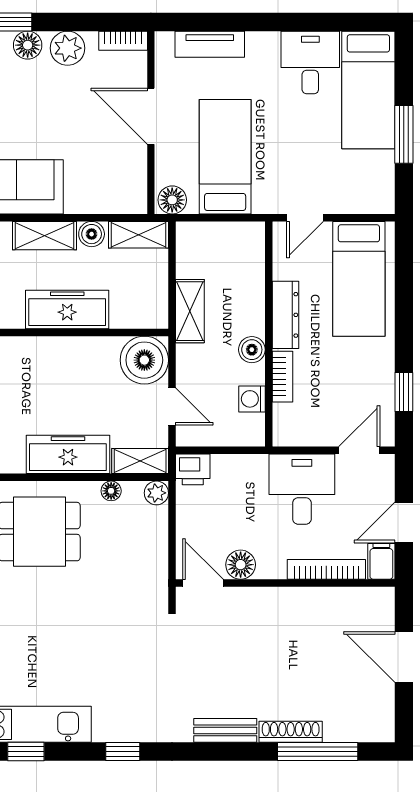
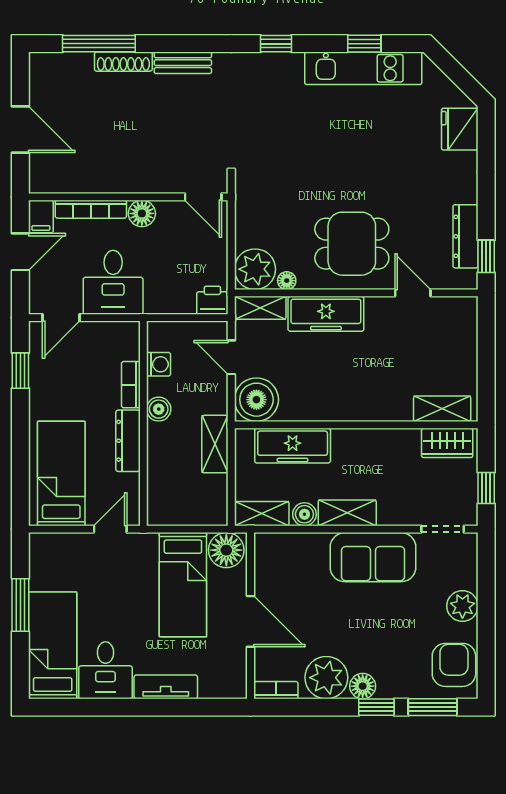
tv unit: (210, 44) -> (166, 687), moved
plant: (68, 48) -> (326, 678), width x1.36, depth x1.36
floor lamp: (172, 200) -> (226, 550), width x1.38, depth x1.38
freezer: (67, 309) -> (293, 446), moved
plant: (156, 493) -> (255, 269), width x1.88, depth x1.88
floor lamp: (241, 565) -> (142, 213), moved

